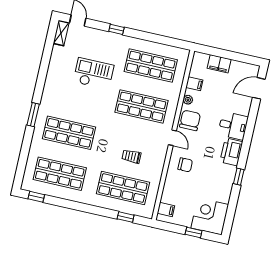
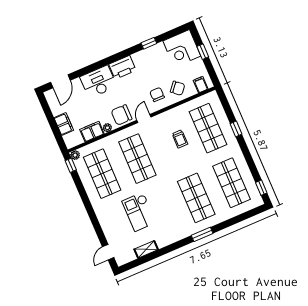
window: (116, 29) -> (71, 165), moved
shelving: (61, 33) -> (146, 249), moved
plant: (184, 54) -> (75, 155), added
filing cabinet: (194, 84) -> (92, 132), width x2.00
door: (259, 88) -> (60, 81), hinge flipped
desk: (233, 126) -> (98, 82), width x1.37
window: (239, 177) -> (149, 43), moved
chair: (178, 187) -> (178, 88), added
window: (126, 217) -> (236, 129), moved

